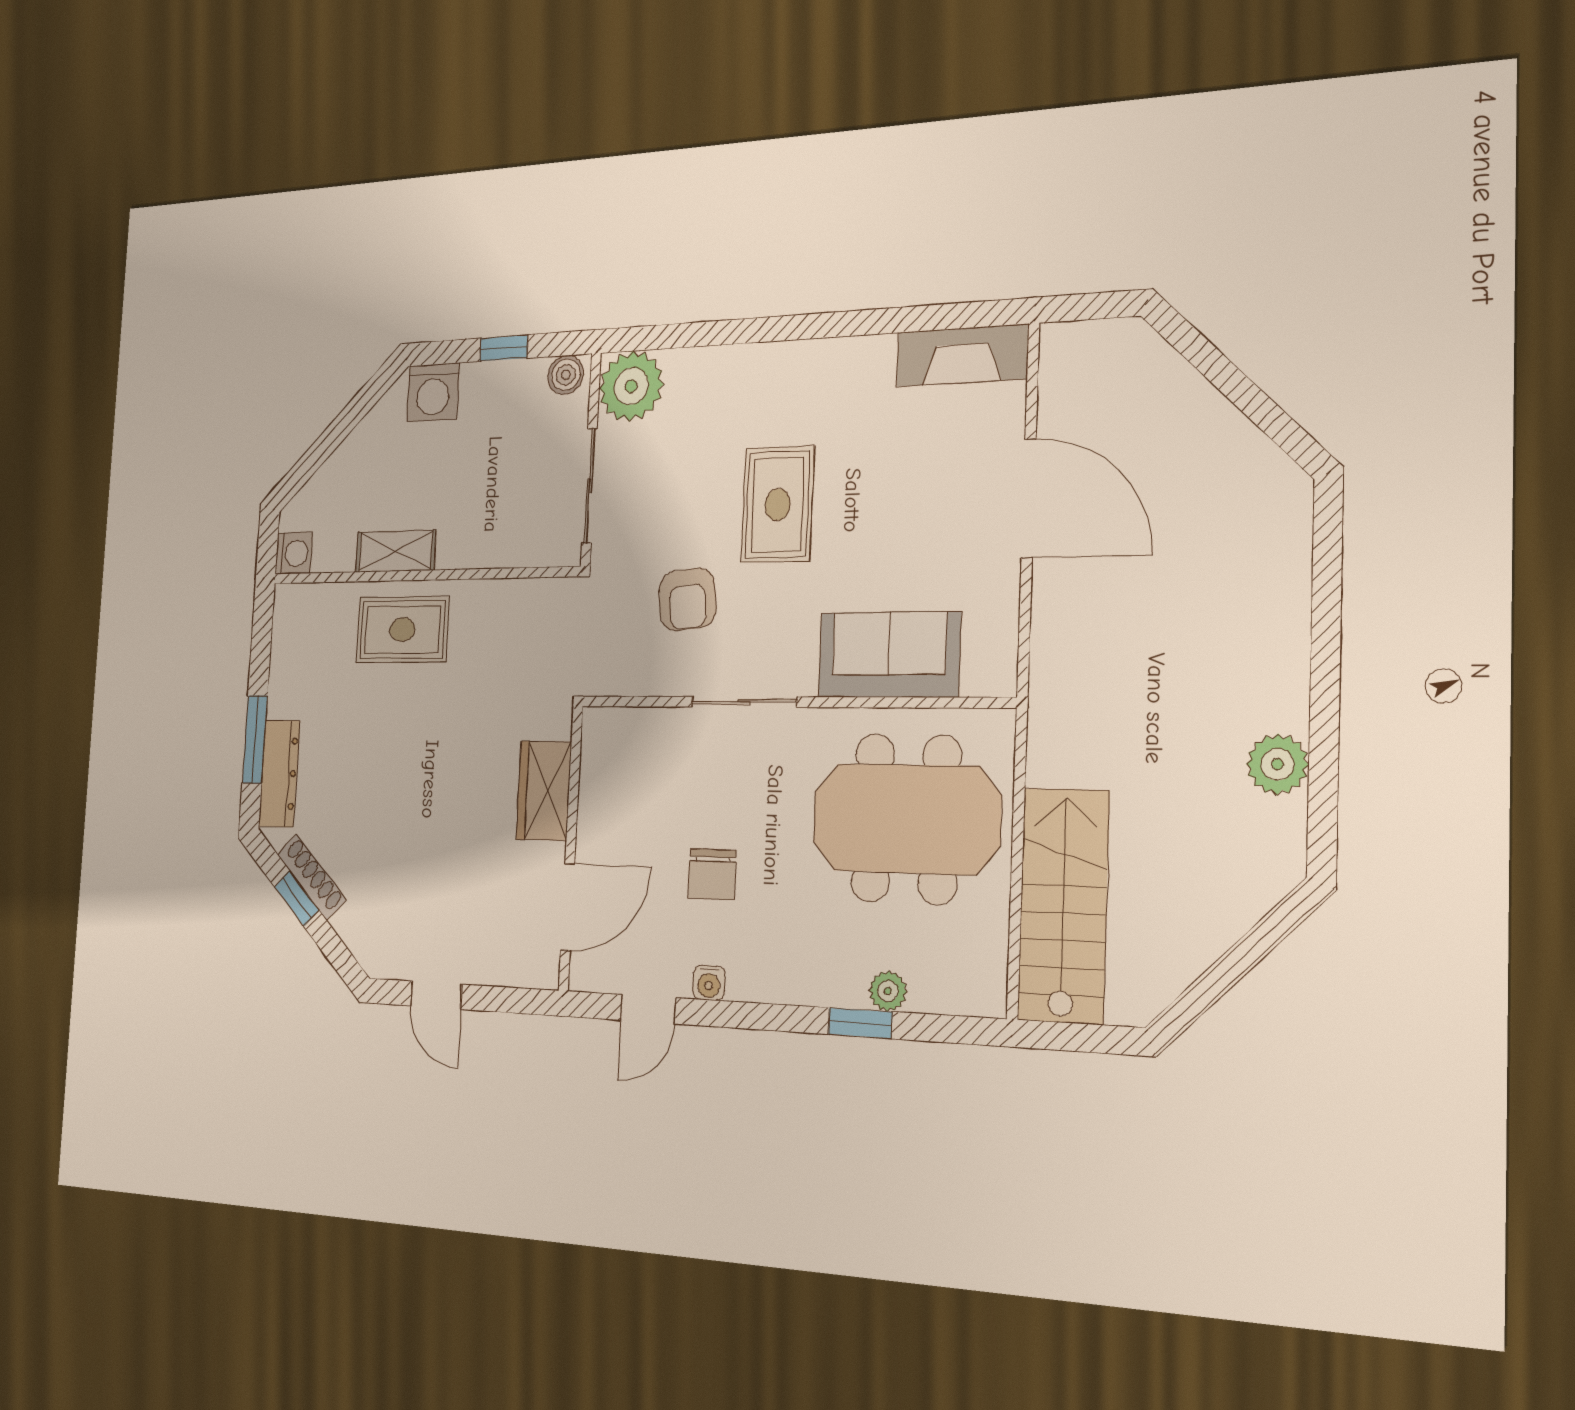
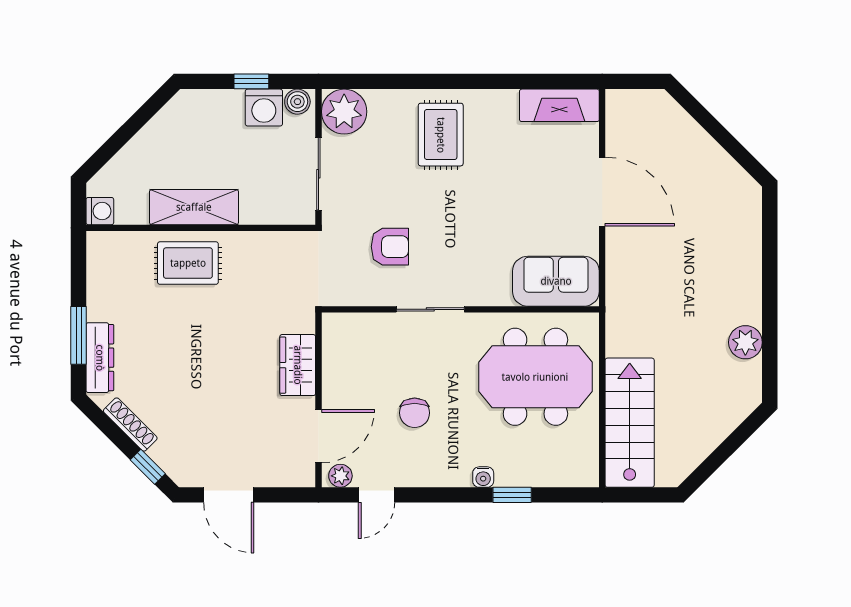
washing machine: (433, 392) -> (264, 108), moved
rug: (778, 505) -> (441, 135), moved
shelving: (396, 551) -> (194, 207), width x1.50, depth x1.33
armchair: (688, 599) -> (390, 247), turned -84
sofa: (889, 655) -> (556, 281), moved
window: (297, 898) -> (148, 467), moved
water cooler: (709, 983) -> (483, 477), moved
plant: (888, 991) -> (340, 476), moved
door: (436, 995) -> (229, 495), width x1.38

